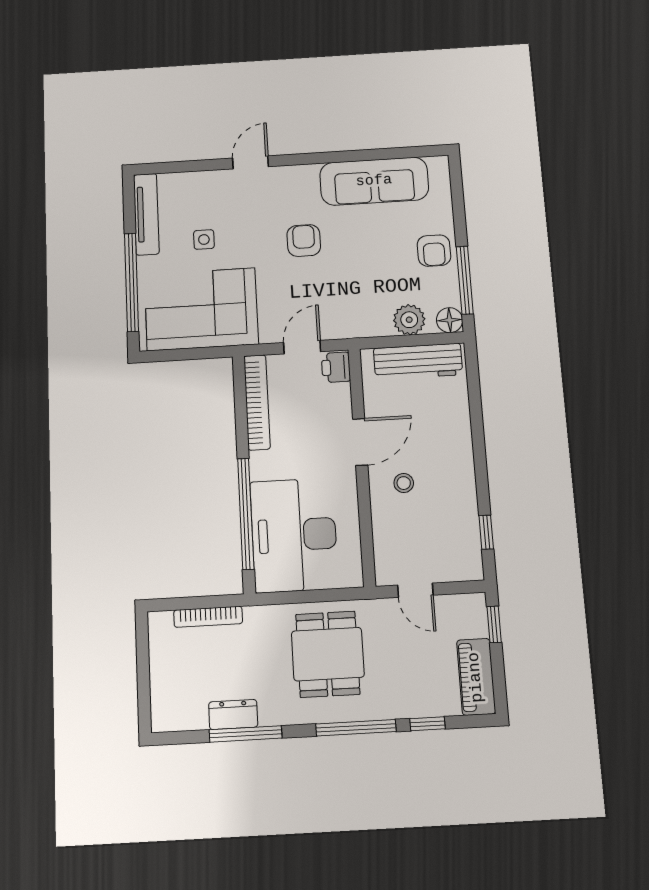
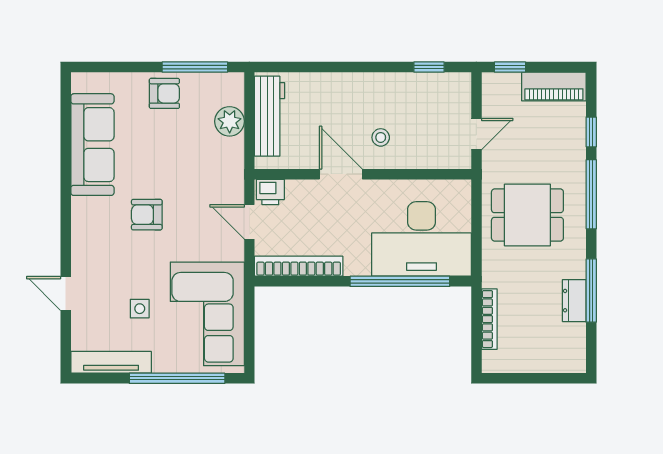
door: (250, 162) -> (66, 294), moved
floor lamp: (450, 320) -> (232, 84), removed

